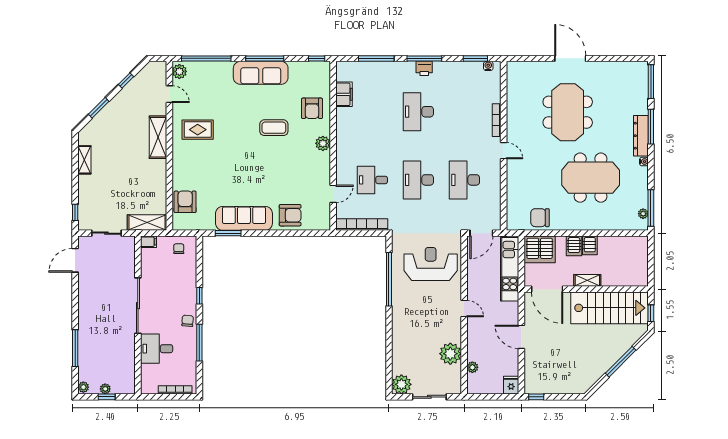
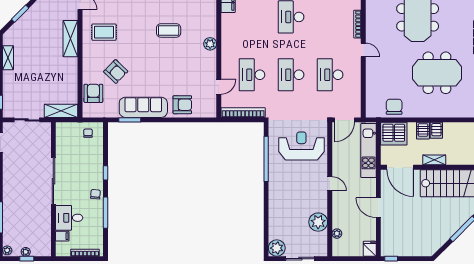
armchair: (312, 108) -> (116, 71), moved, turned -46
desk: (372, 180) -> (252, 75), width x1.37
chair: (540, 218) -> (394, 107), turned 90
filing cabinet: (148, 242) -> (62, 236), moved

